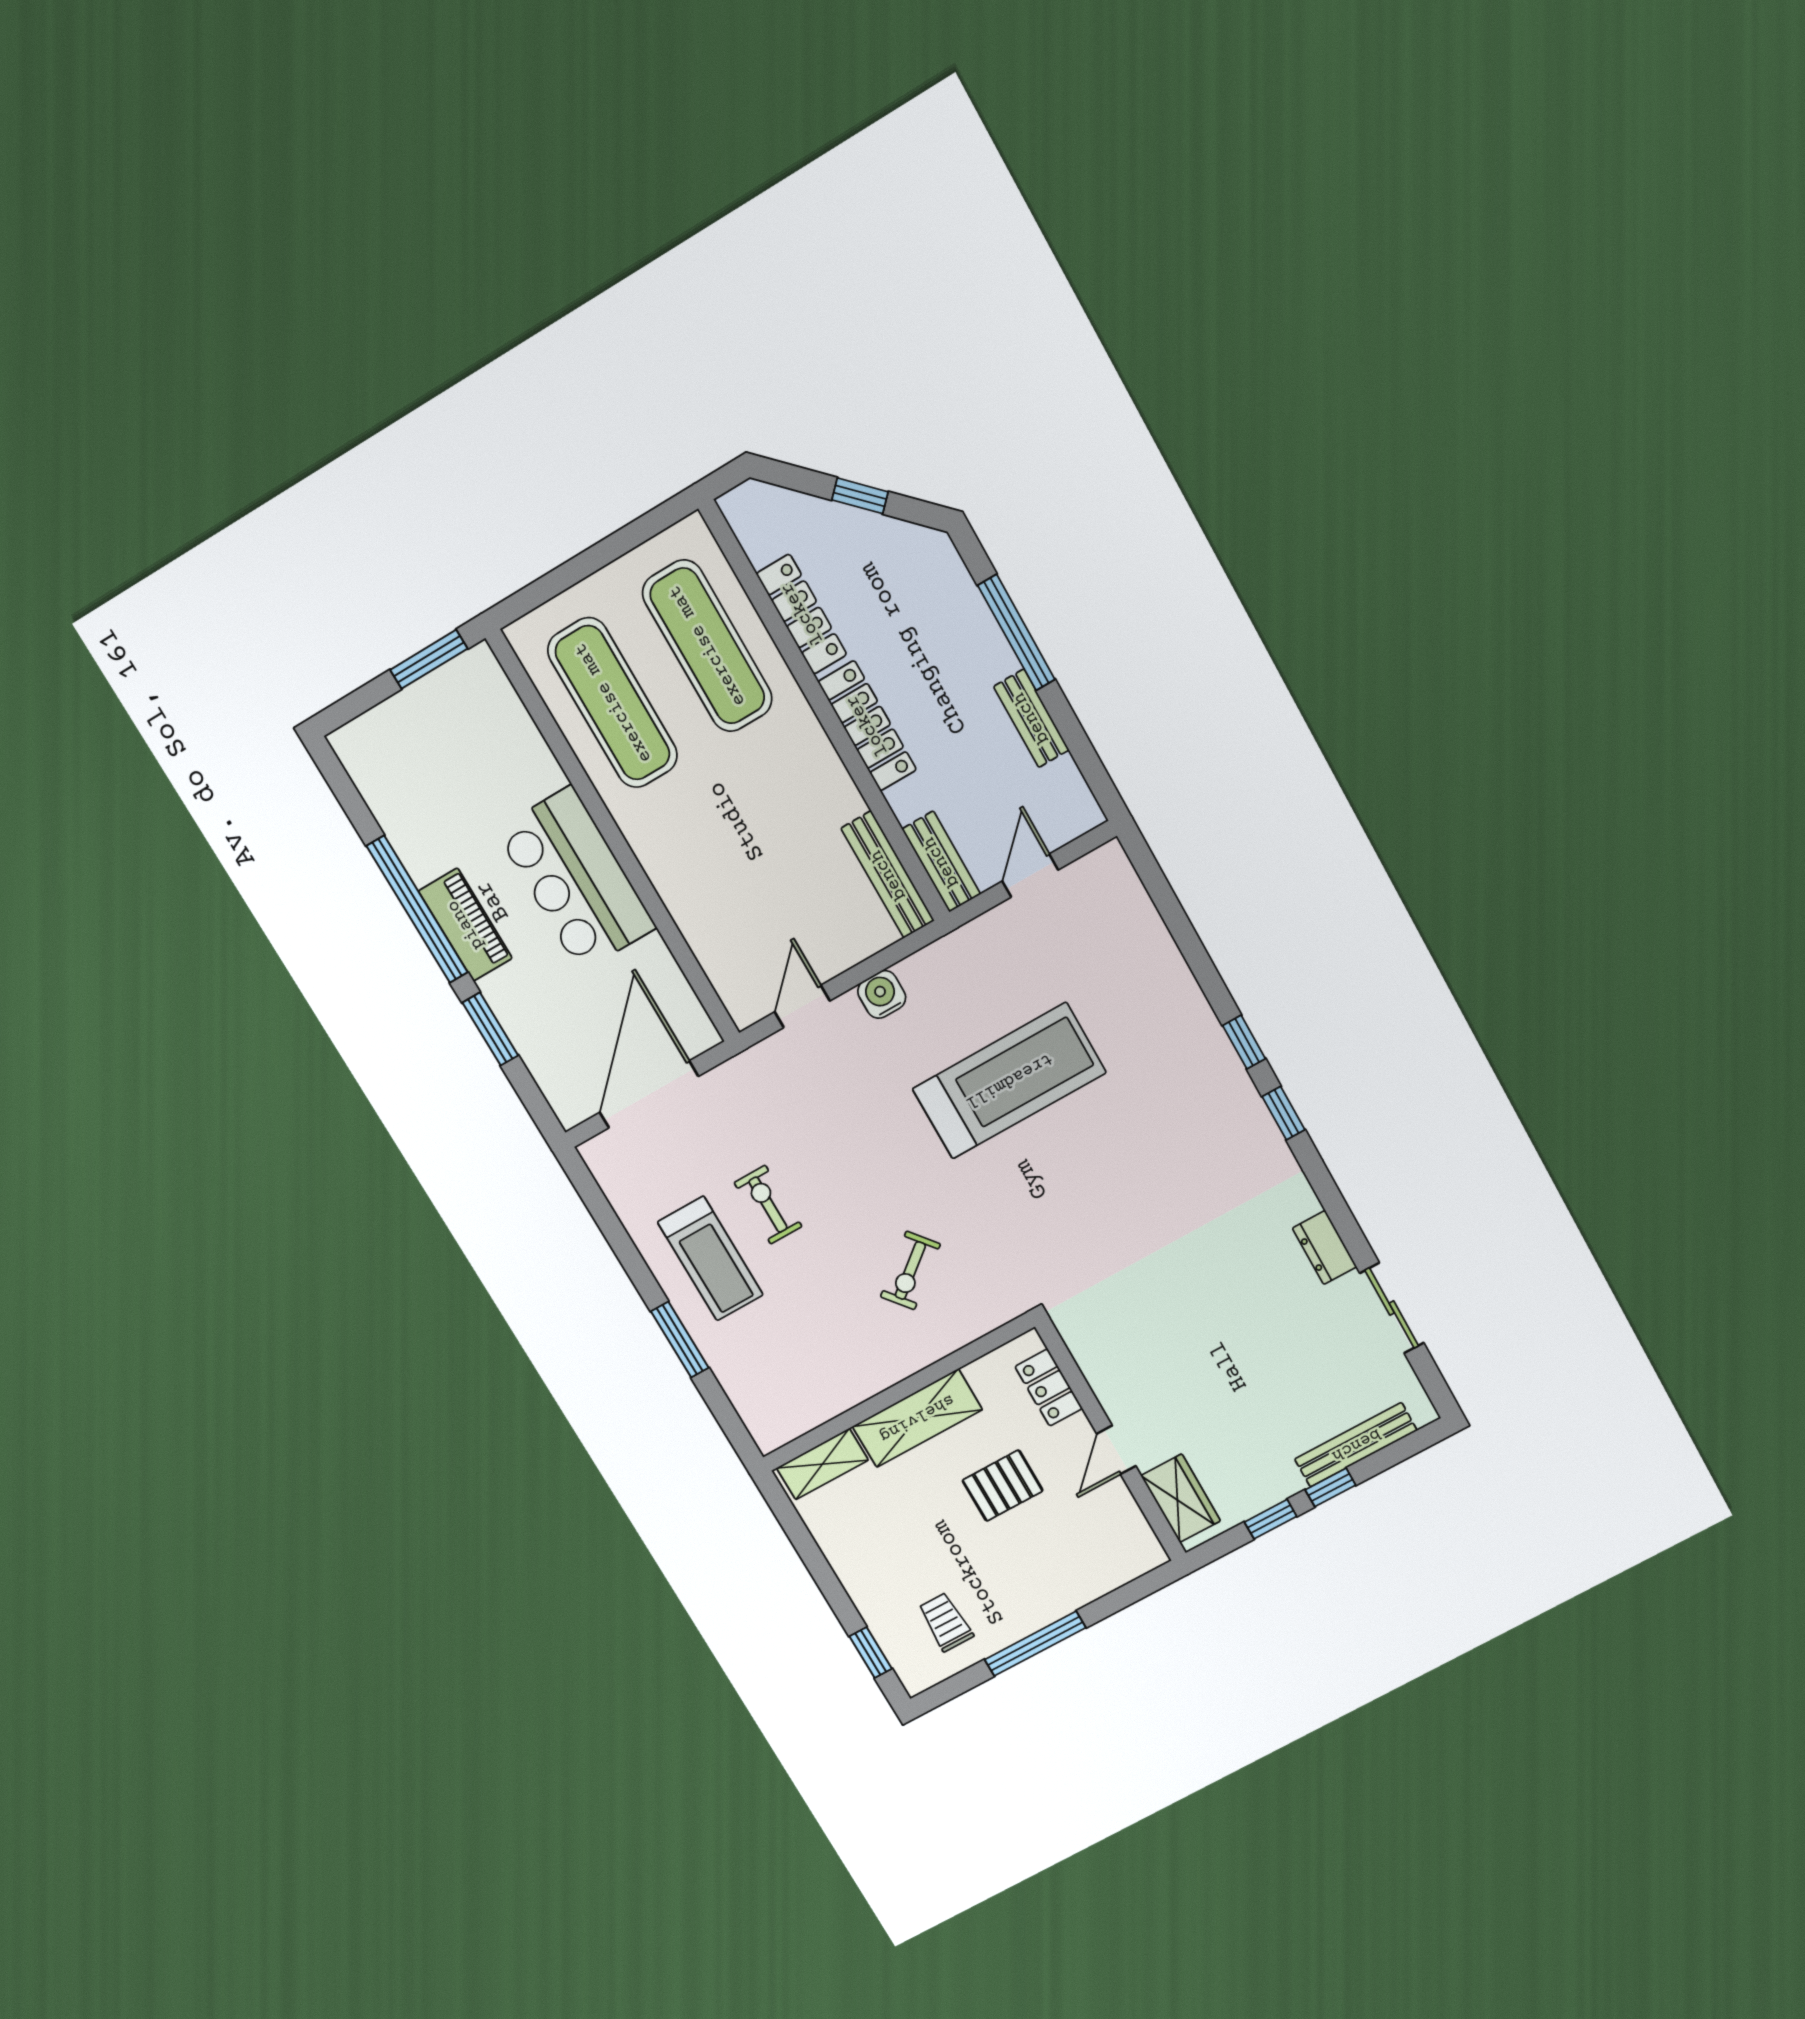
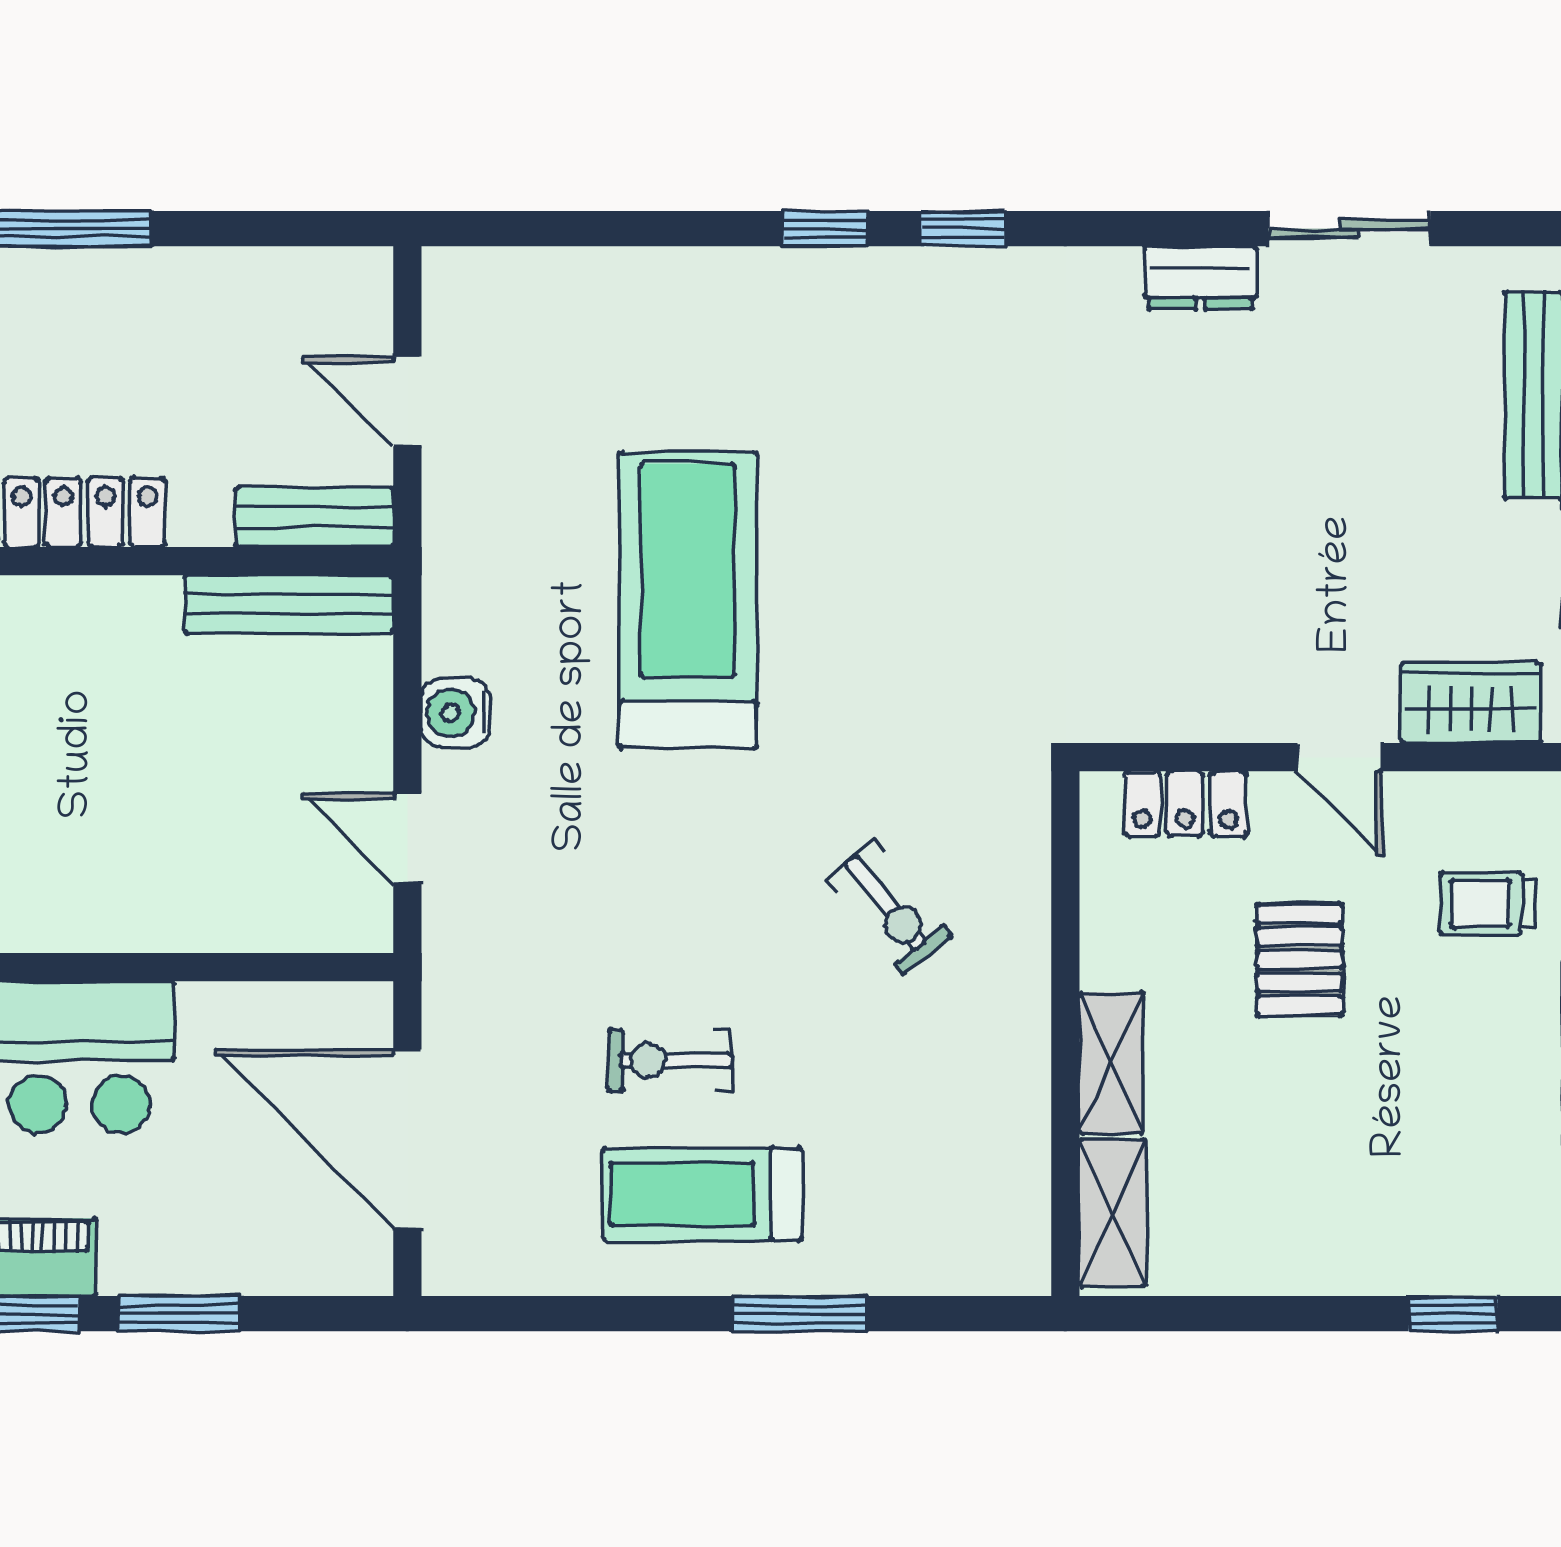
bench: (1031, 718) -> (187, 275), removed
treadmill: (710, 1258) -> (702, 1194), turned 180
shelving: (917, 1418) -> (1111, 1063), width x0.67, depth x0.75
trolley: (946, 1622) -> (1487, 904), moved

